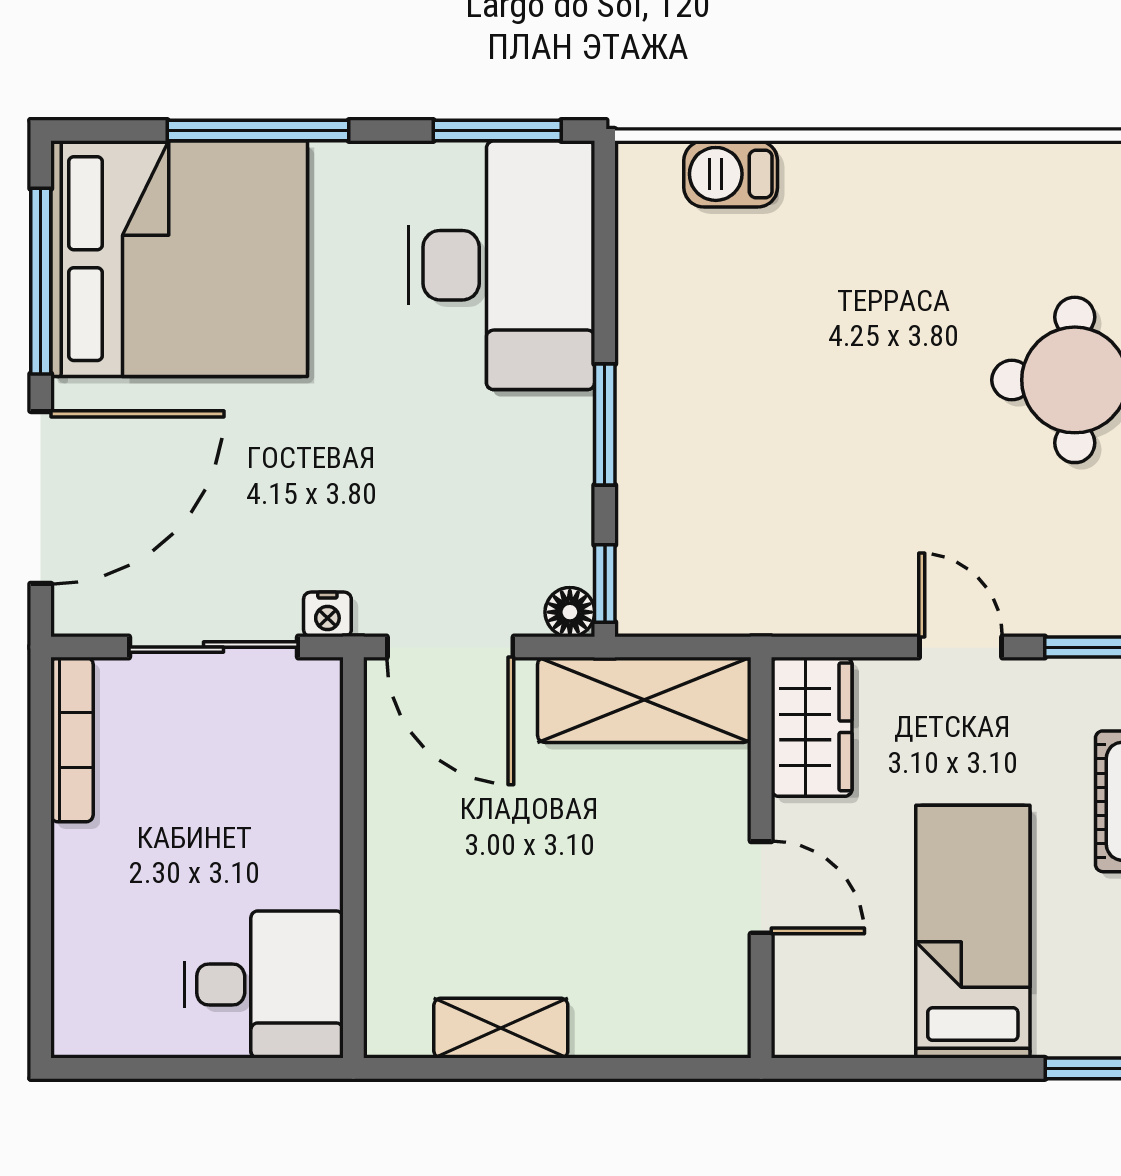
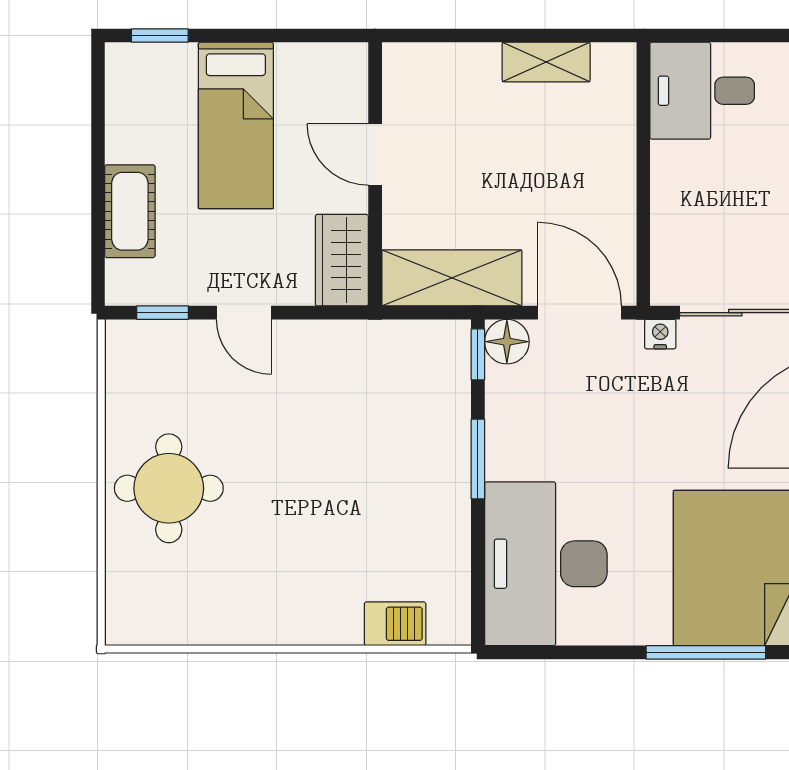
window: (497, 131) -> (549, 652), removed
floor lamp: (570, 612) -> (507, 342), width x1.37, depth x1.37

